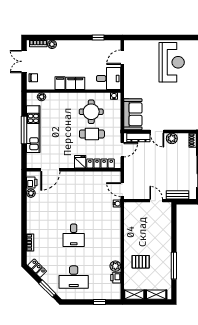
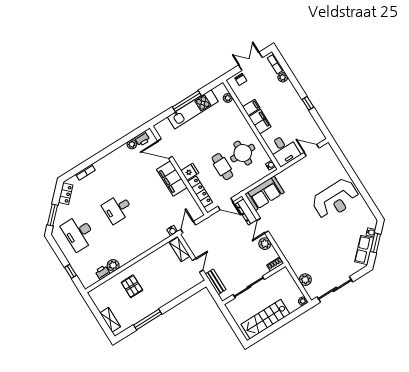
window: (98, 37) -> (308, 103), moved
filing cabinet: (77, 179) -> (172, 178), added
shelving: (134, 295) -> (180, 249), moved

